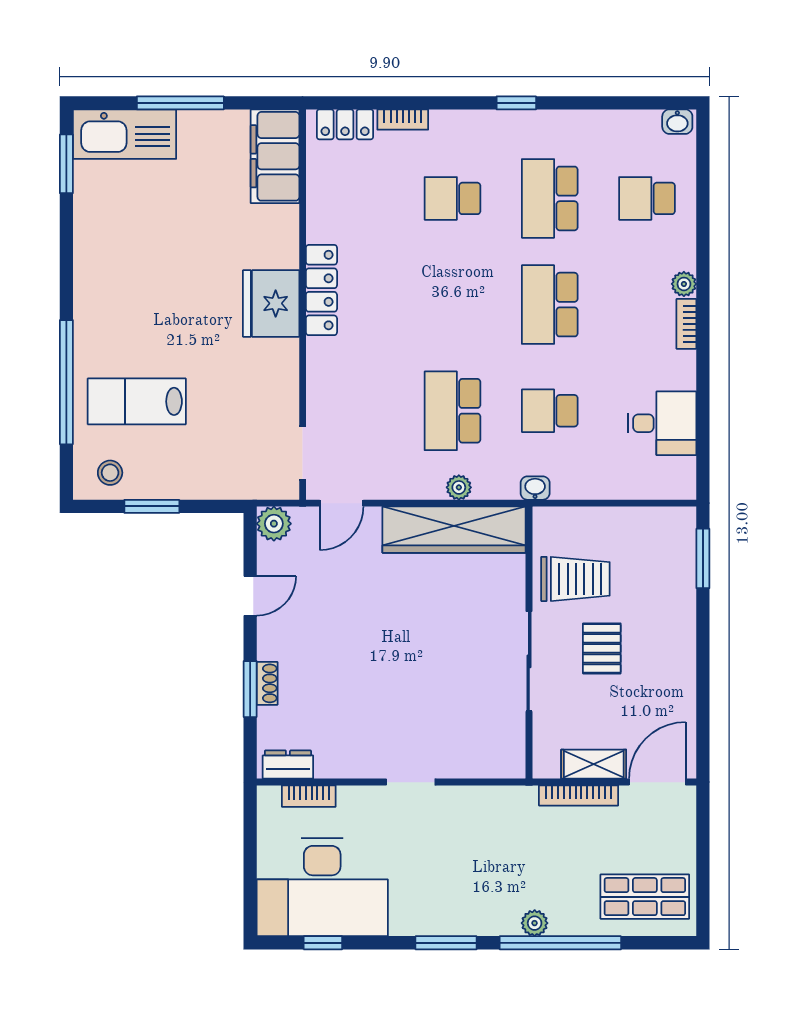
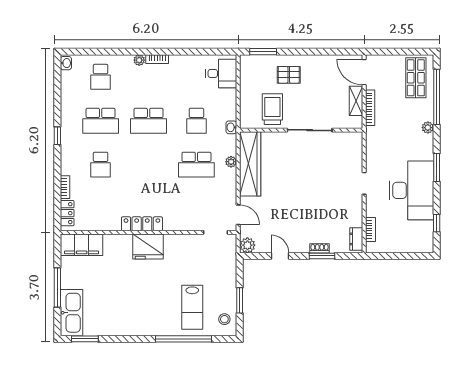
desk: (662, 423) -> (221, 73), moved, turned 90
pallet: (602, 648) -> (289, 75), moved
desk: (322, 887) -> (412, 190), moved
window: (560, 943) -> (437, 97), moved

